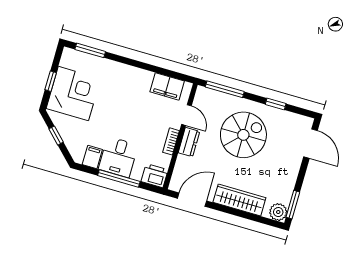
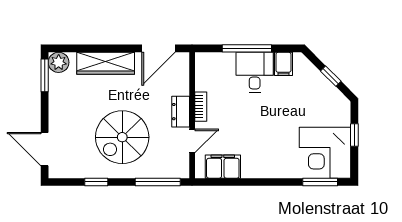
corner desk: (73, 94) -> (325, 153), moved
door: (186, 115) -> (192, 141), swing flipped
printer: (155, 176) -> (208, 63), removed

